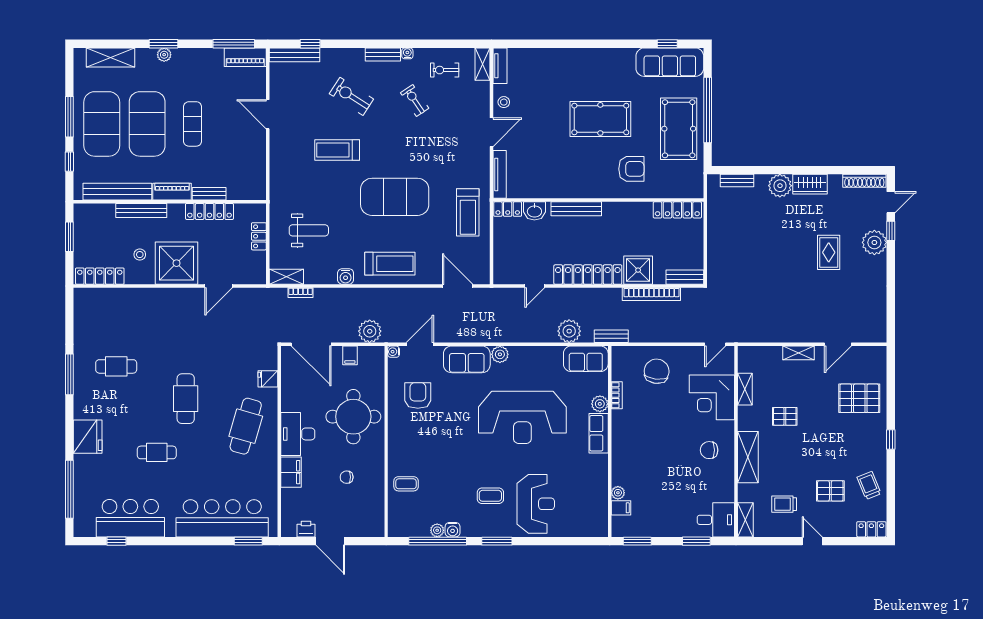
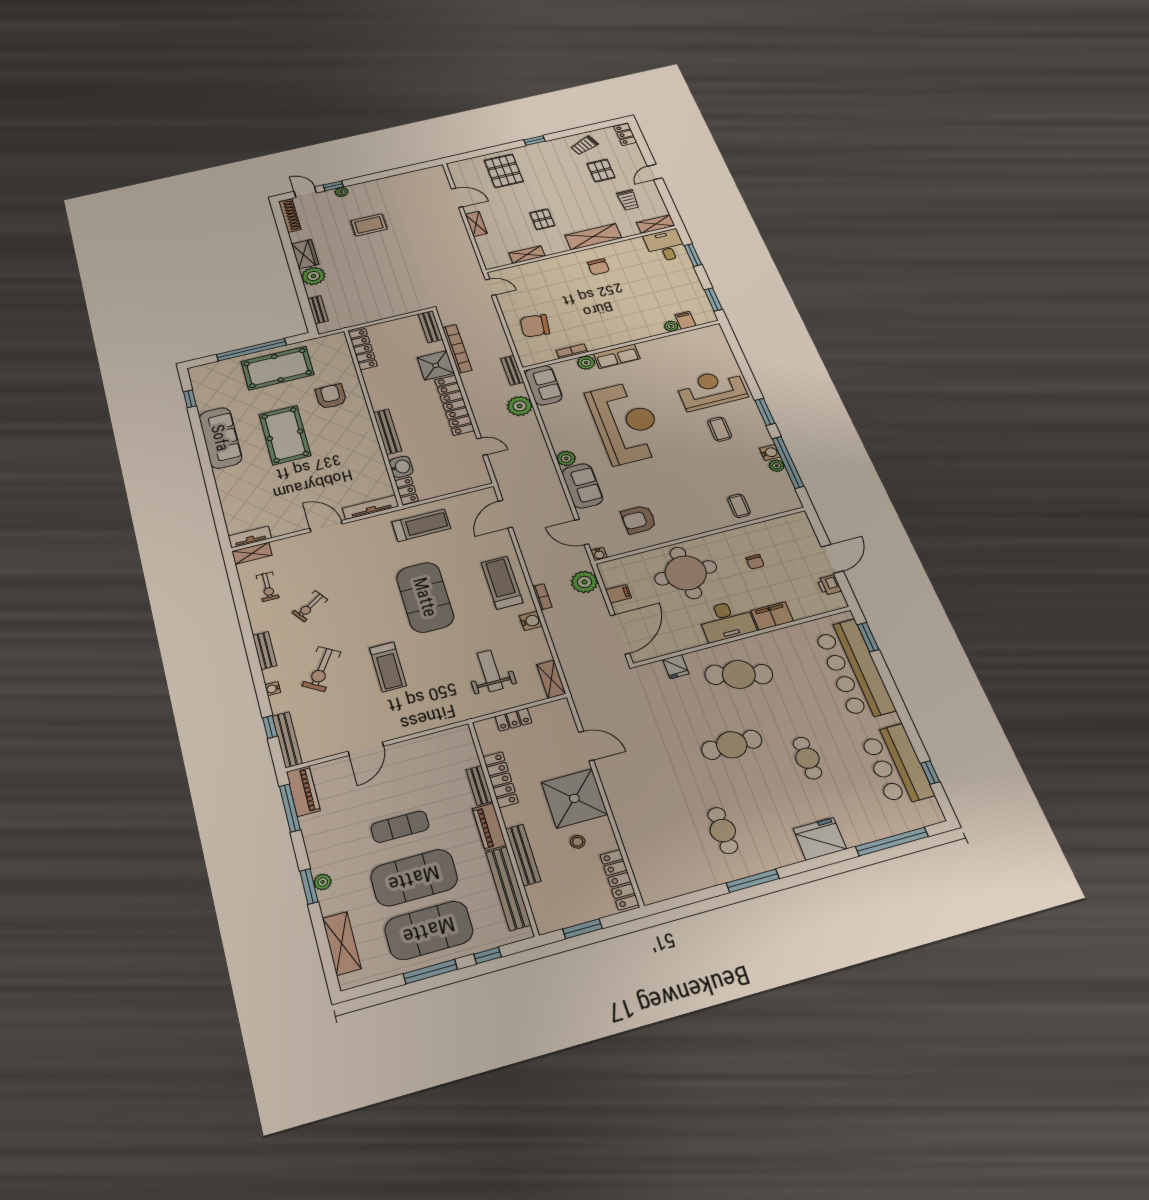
water cooler: (407, 53) -> (273, 689), moved
sofa: (670, 62) -> (220, 438), moved
stool: (504, 102) -> (289, 523), removed
plant: (874, 242) -> (341, 192), width x0.53, depth x0.53
bookcase: (301, 293) -> (542, 597), moved
corner desk: (712, 397) -> (545, 277), removed

